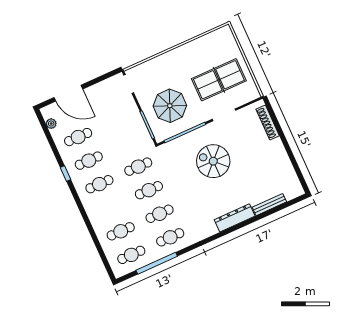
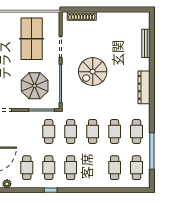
cafe table: (128, 143) -> (49, 131), added
dresser: (235, 218) -> (144, 87), moved

